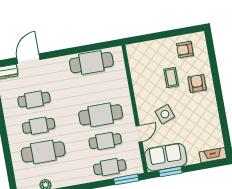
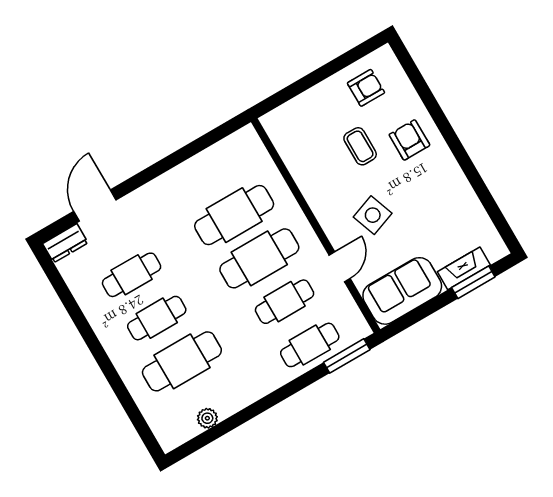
armchair: (185, 50) -> (366, 88), turned 180
cafe table: (91, 63) -> (234, 215), moved
fireplace: (213, 155) -> (464, 268), moved
window: (170, 172) -> (473, 282), moved

